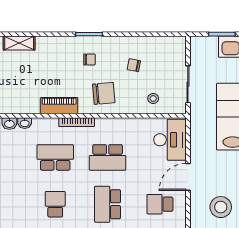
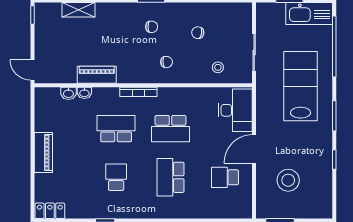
chair: (104, 93) -> (167, 62), width x0.54, depth x0.54
piano: (59, 106) -> (97, 75), moved

